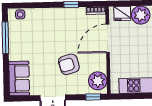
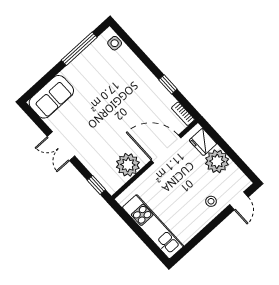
armchair: (69, 64) -> (108, 133), removed
plant: (98, 81) -> (128, 165), moved

